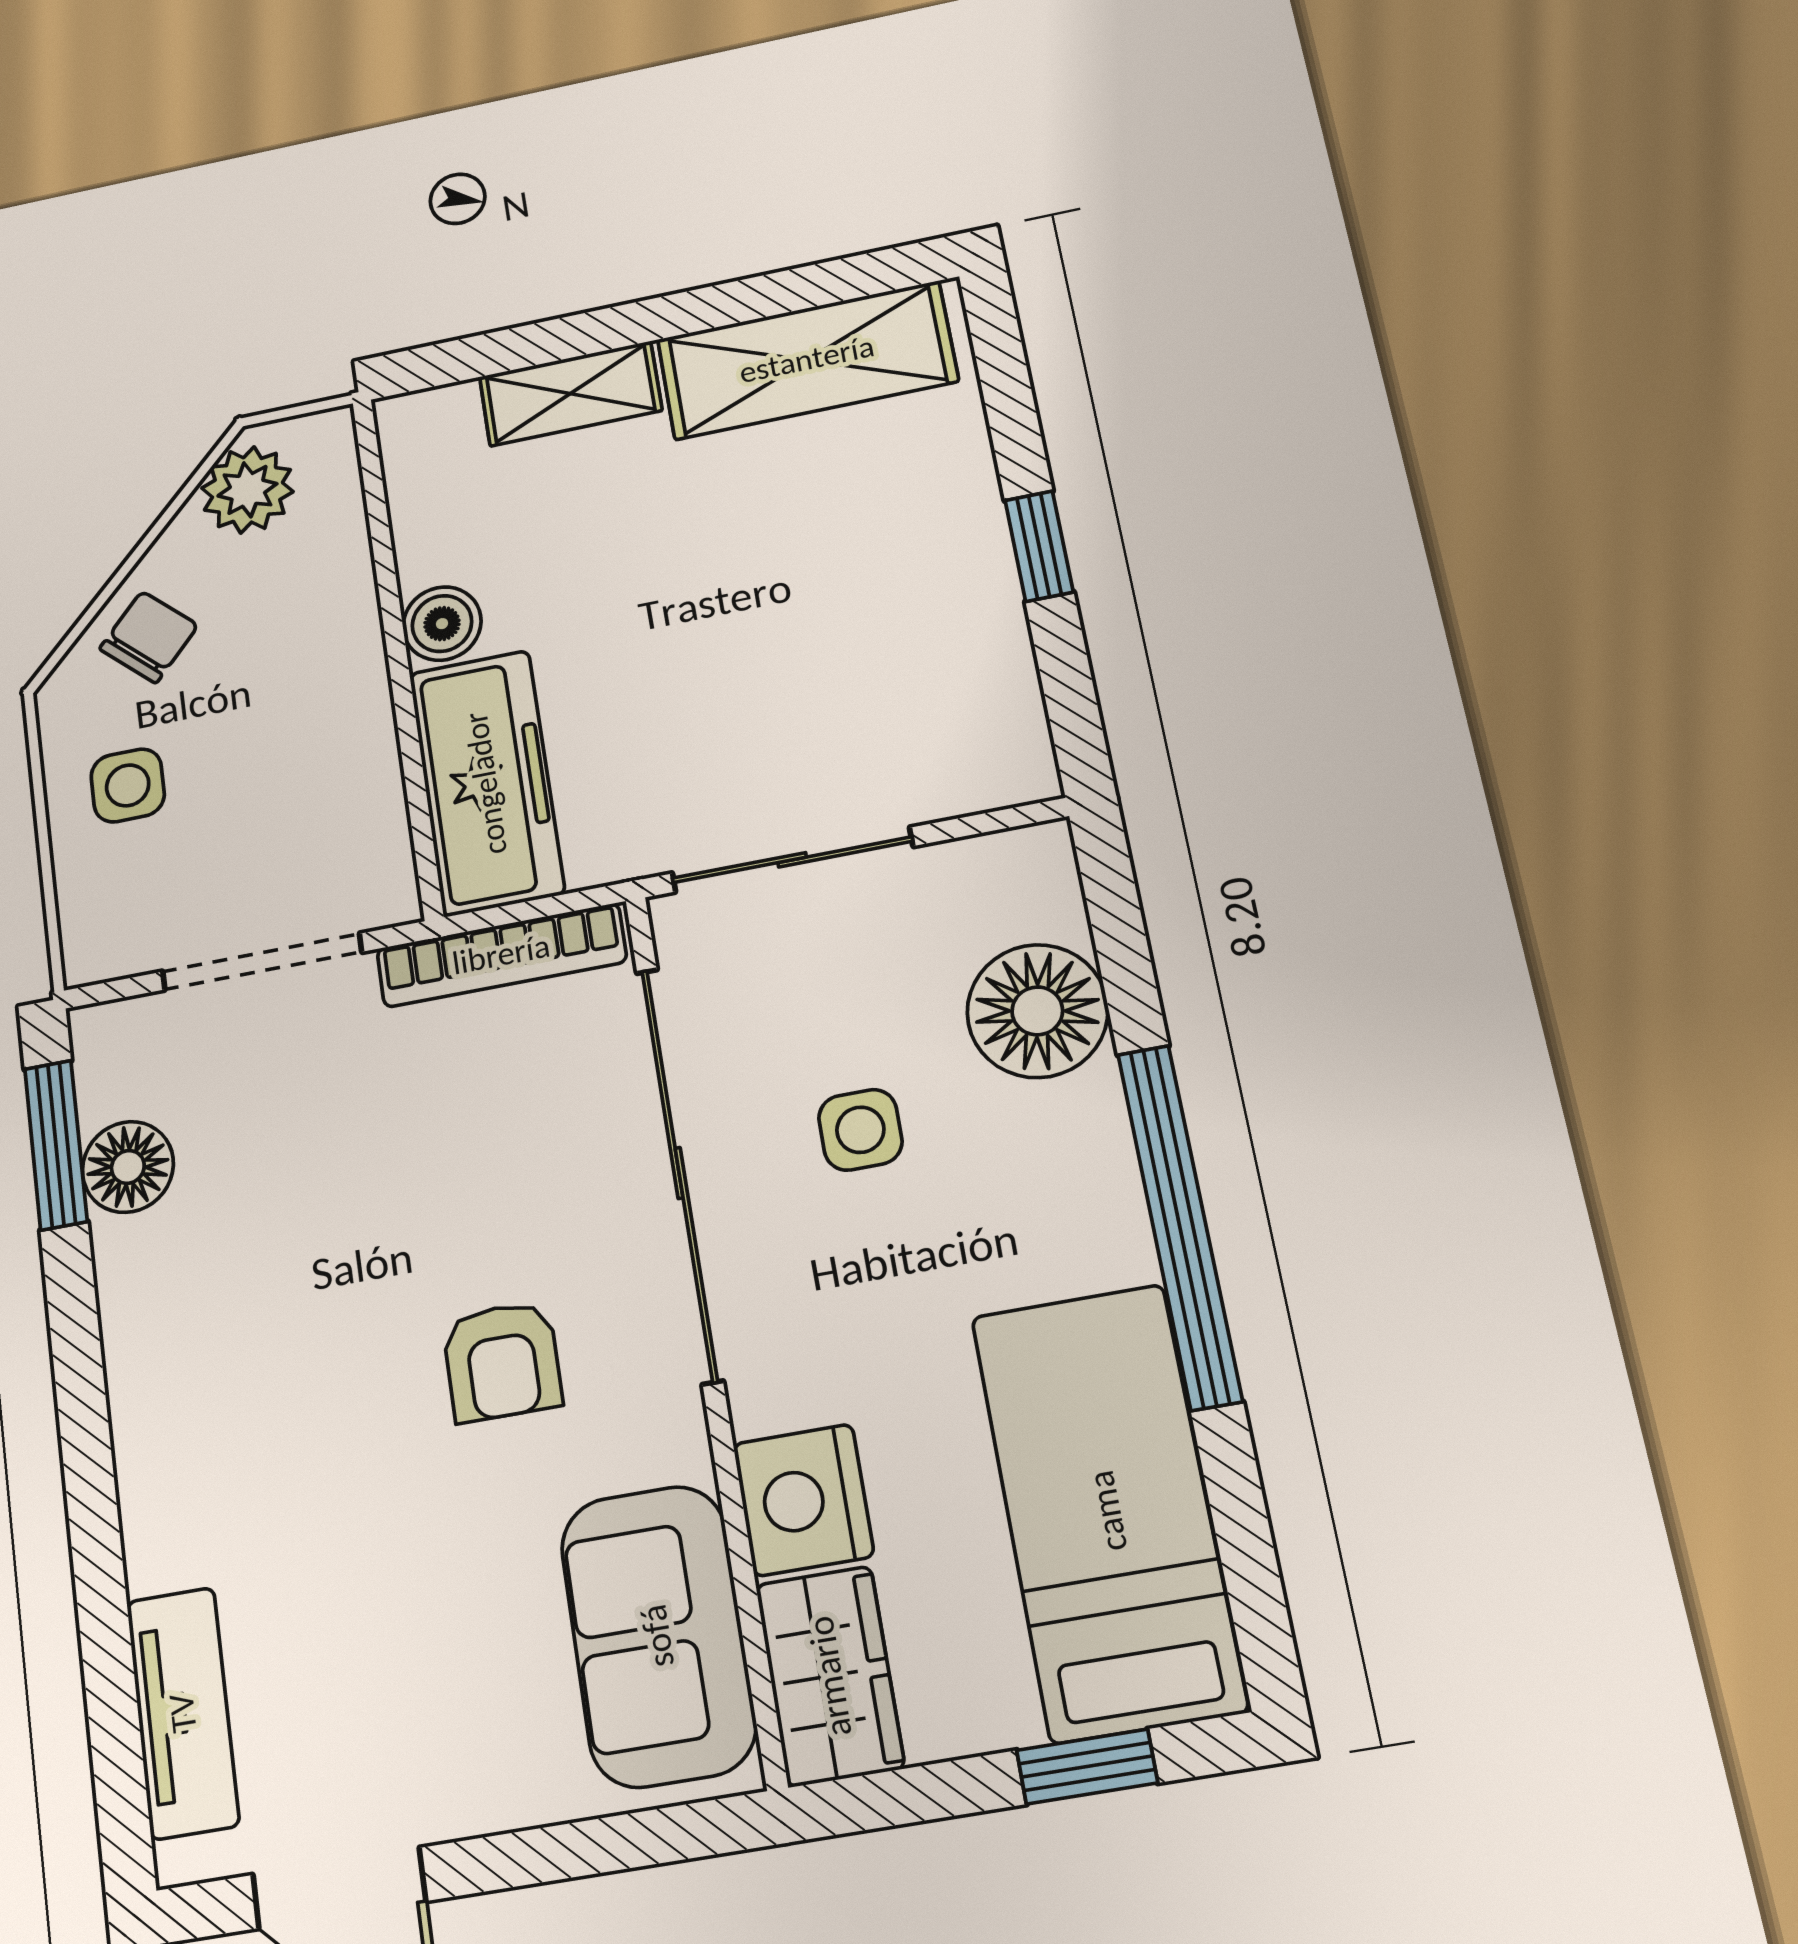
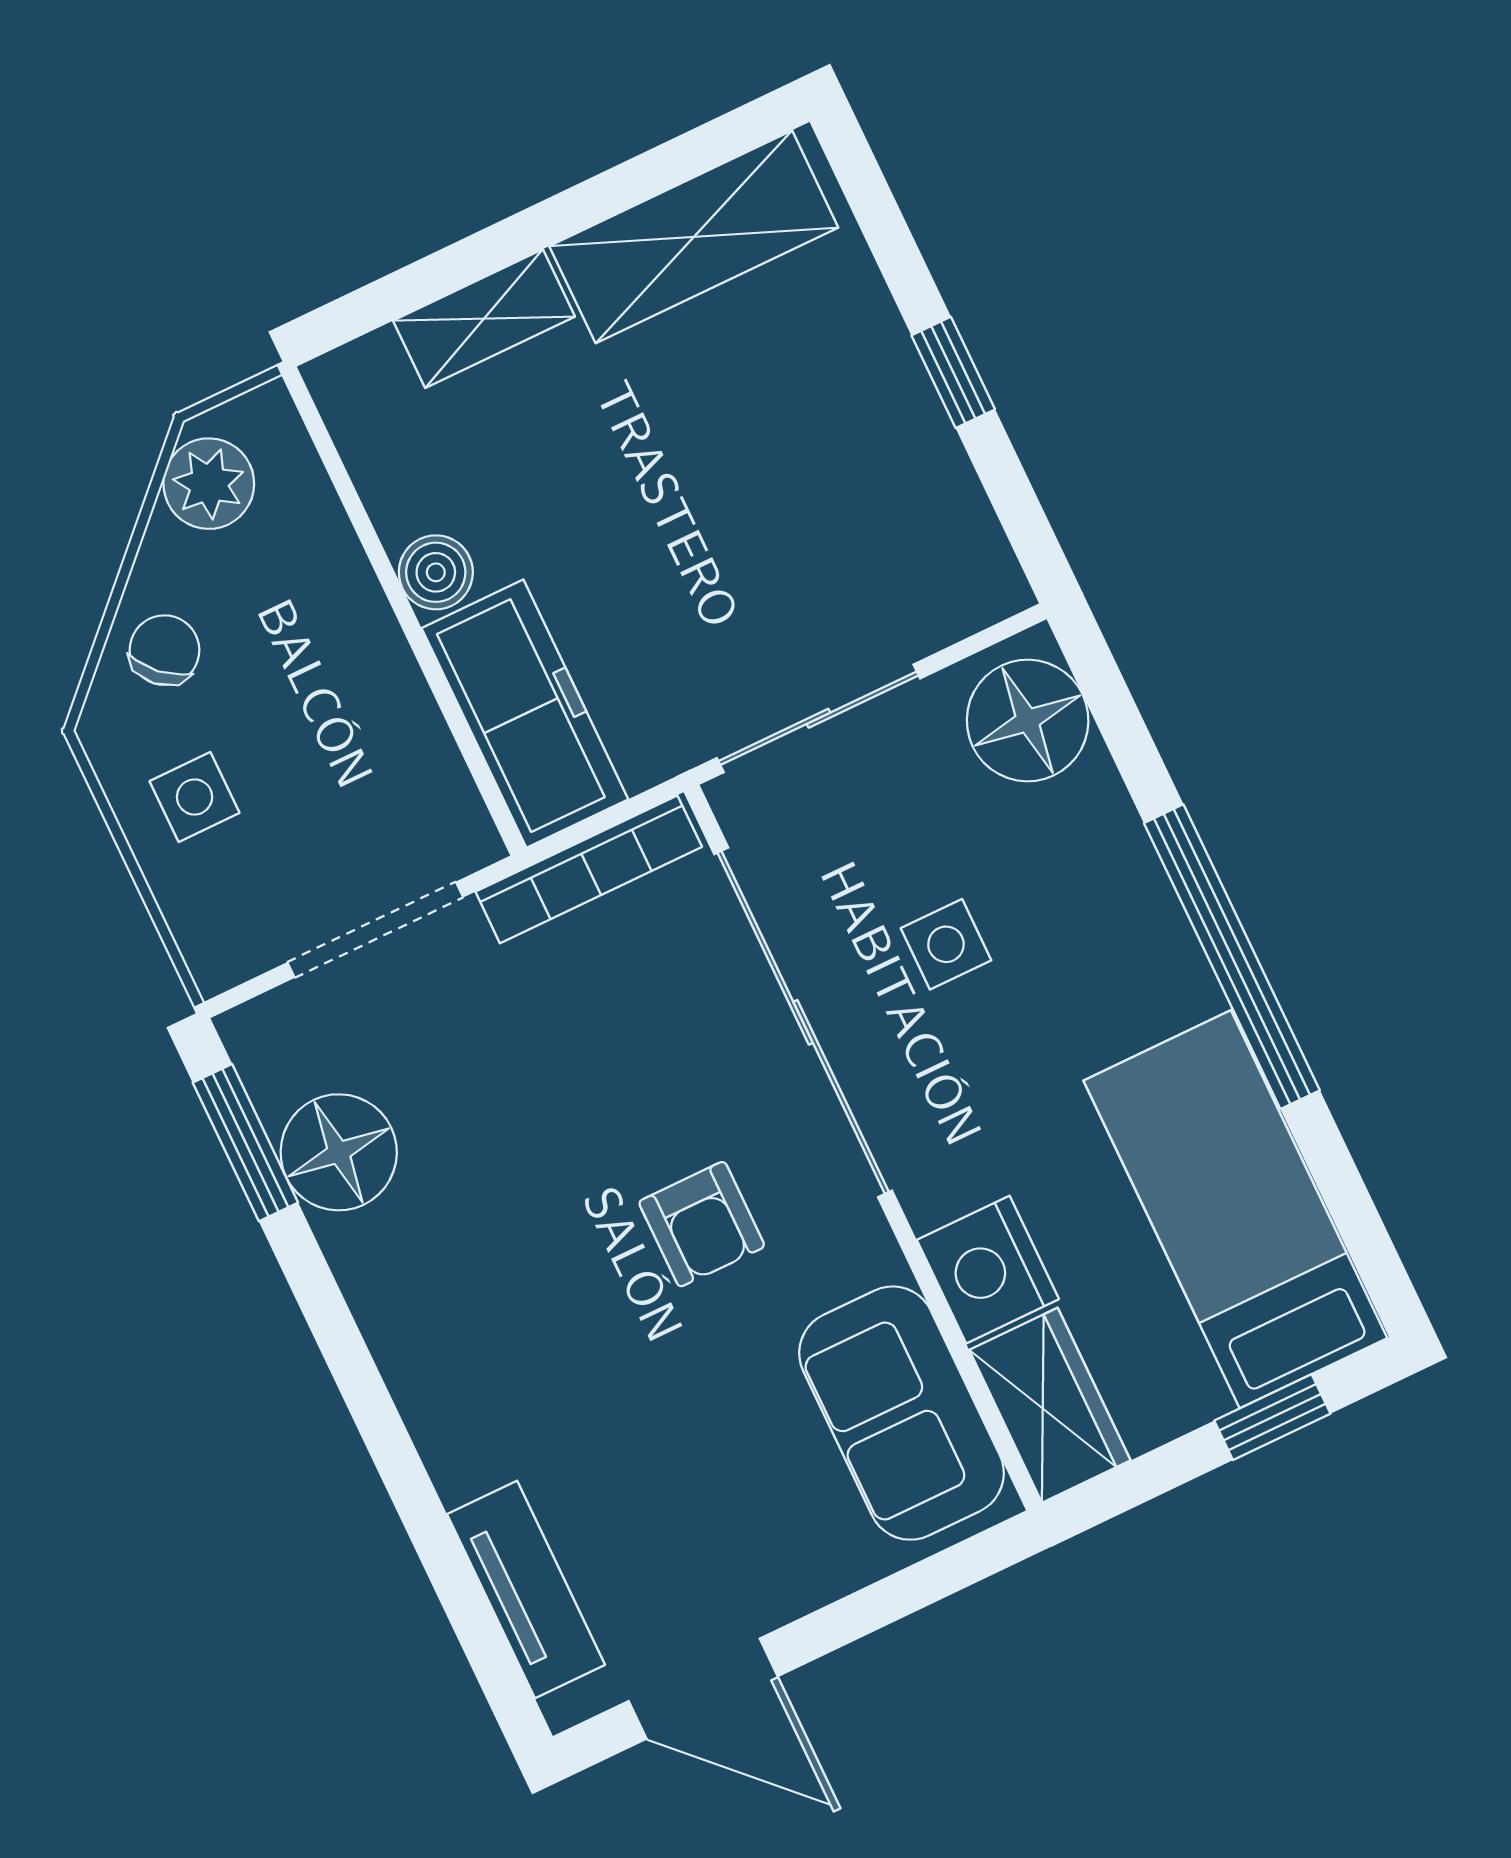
floor lamp: (1037, 1011) -> (1028, 721), moved
floor lamp: (128, 1167) -> (339, 1152), width x1.38, depth x1.38

